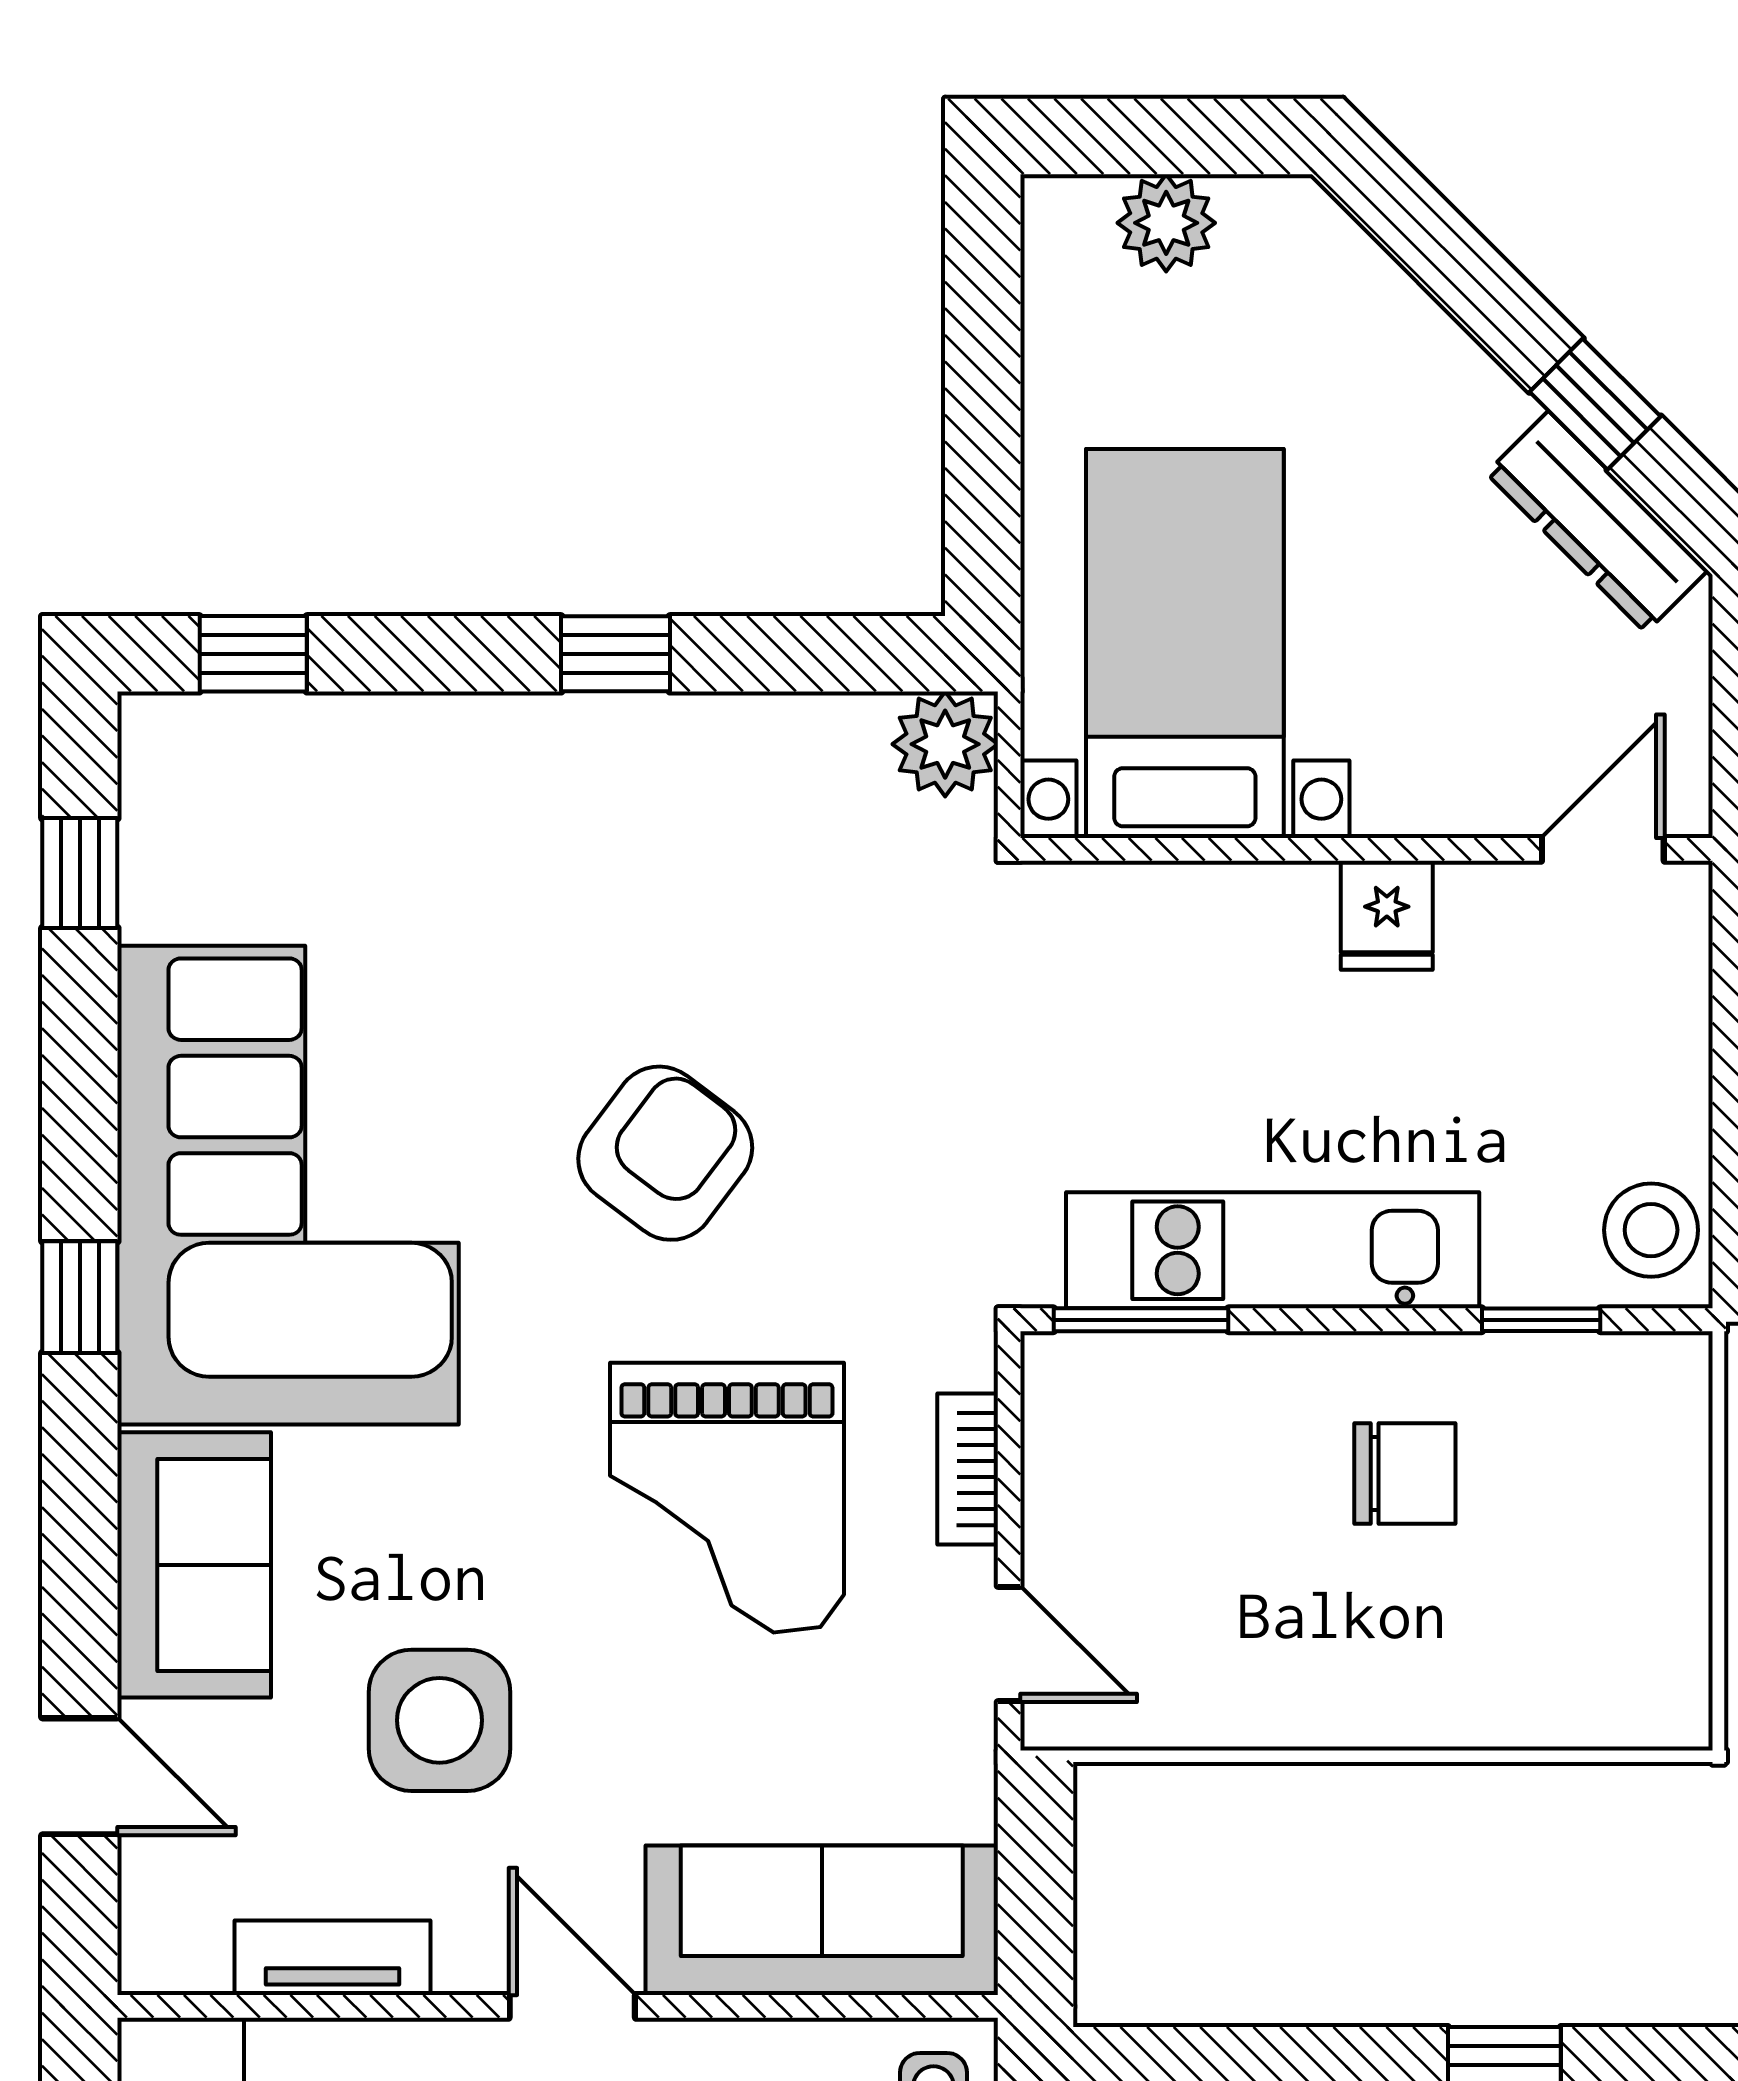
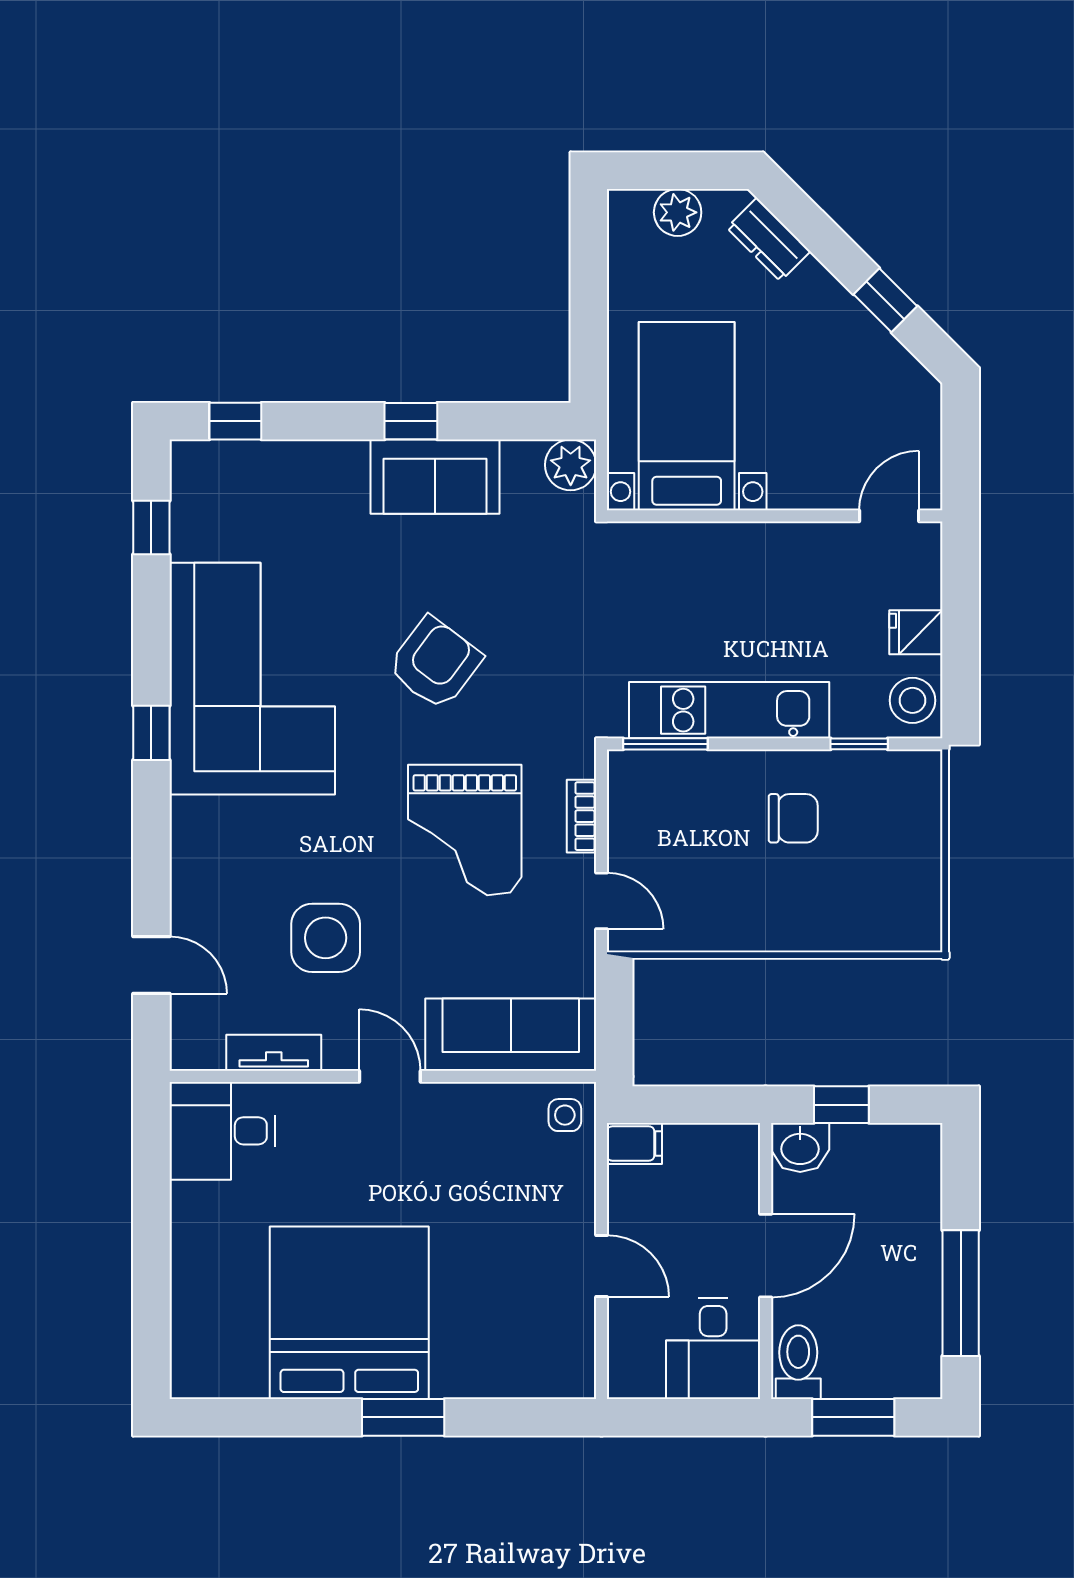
dresser: (1597, 522) -> (769, 240), moved, width x0.70
fridge: (1387, 915) -> (916, 632), moved, turned 90
sofa: (194, 1565) -> (435, 477), moved, turned 90

